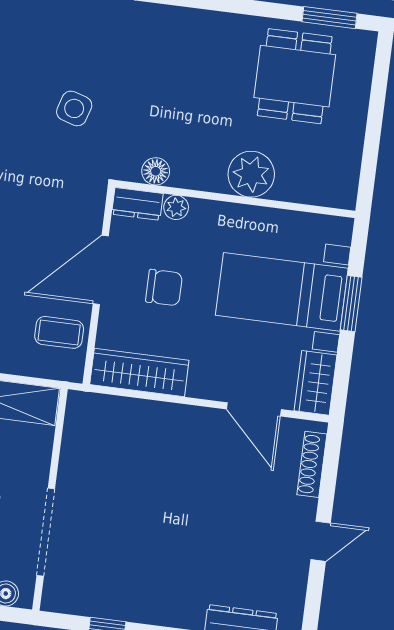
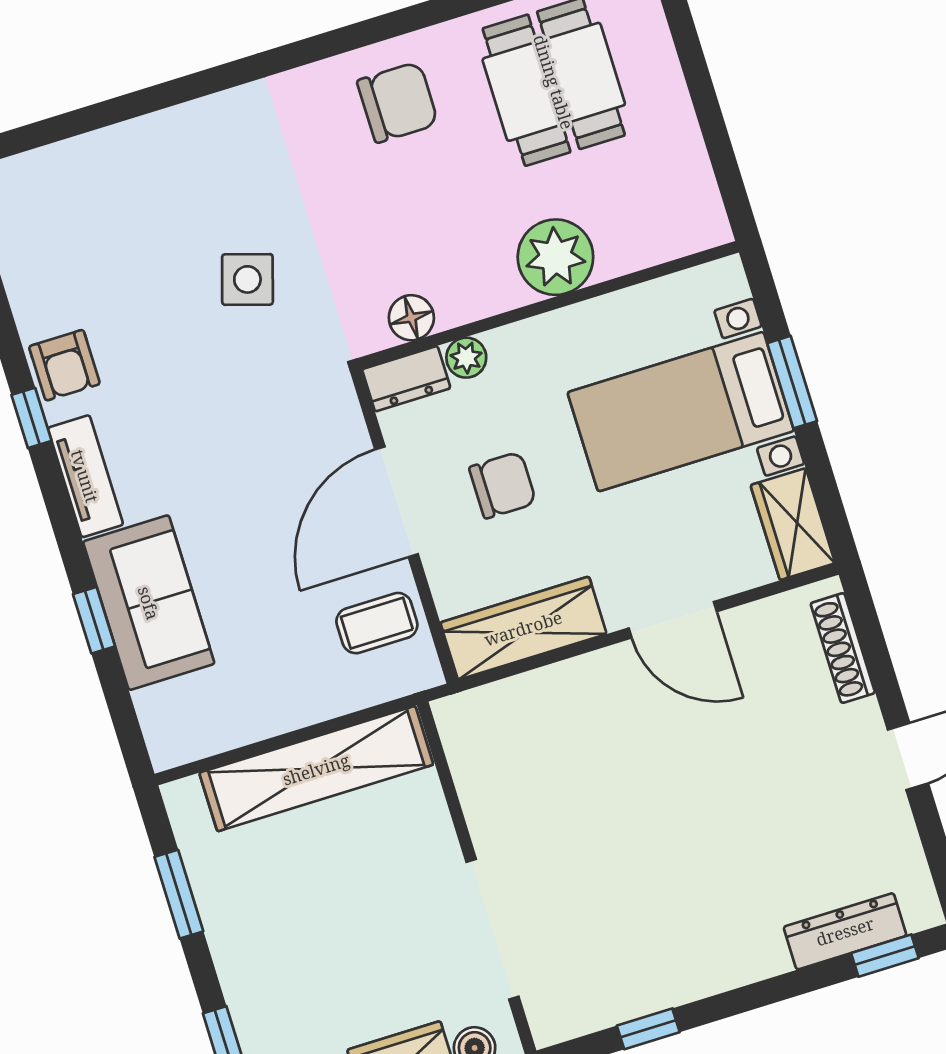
chair: (203, 48) -> (398, 102), added
door: (254, 409) -> (673, 620), moved

